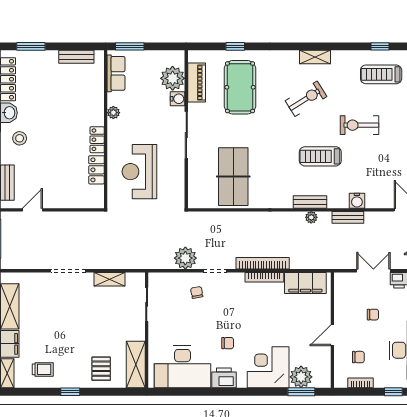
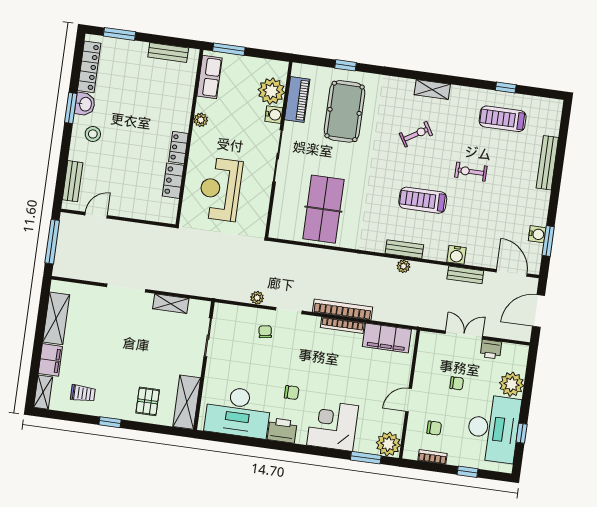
exercise bike: (306, 99) -> (416, 134), width x0.73, depth x0.72
exercise bike: (359, 125) -> (471, 172), width x0.73, depth x0.72
bench: (348, 217) -> (465, 275), moved
plant: (185, 258) -> (257, 298), width x0.53, depth x0.53
plant: (301, 377) -> (388, 444), moved

